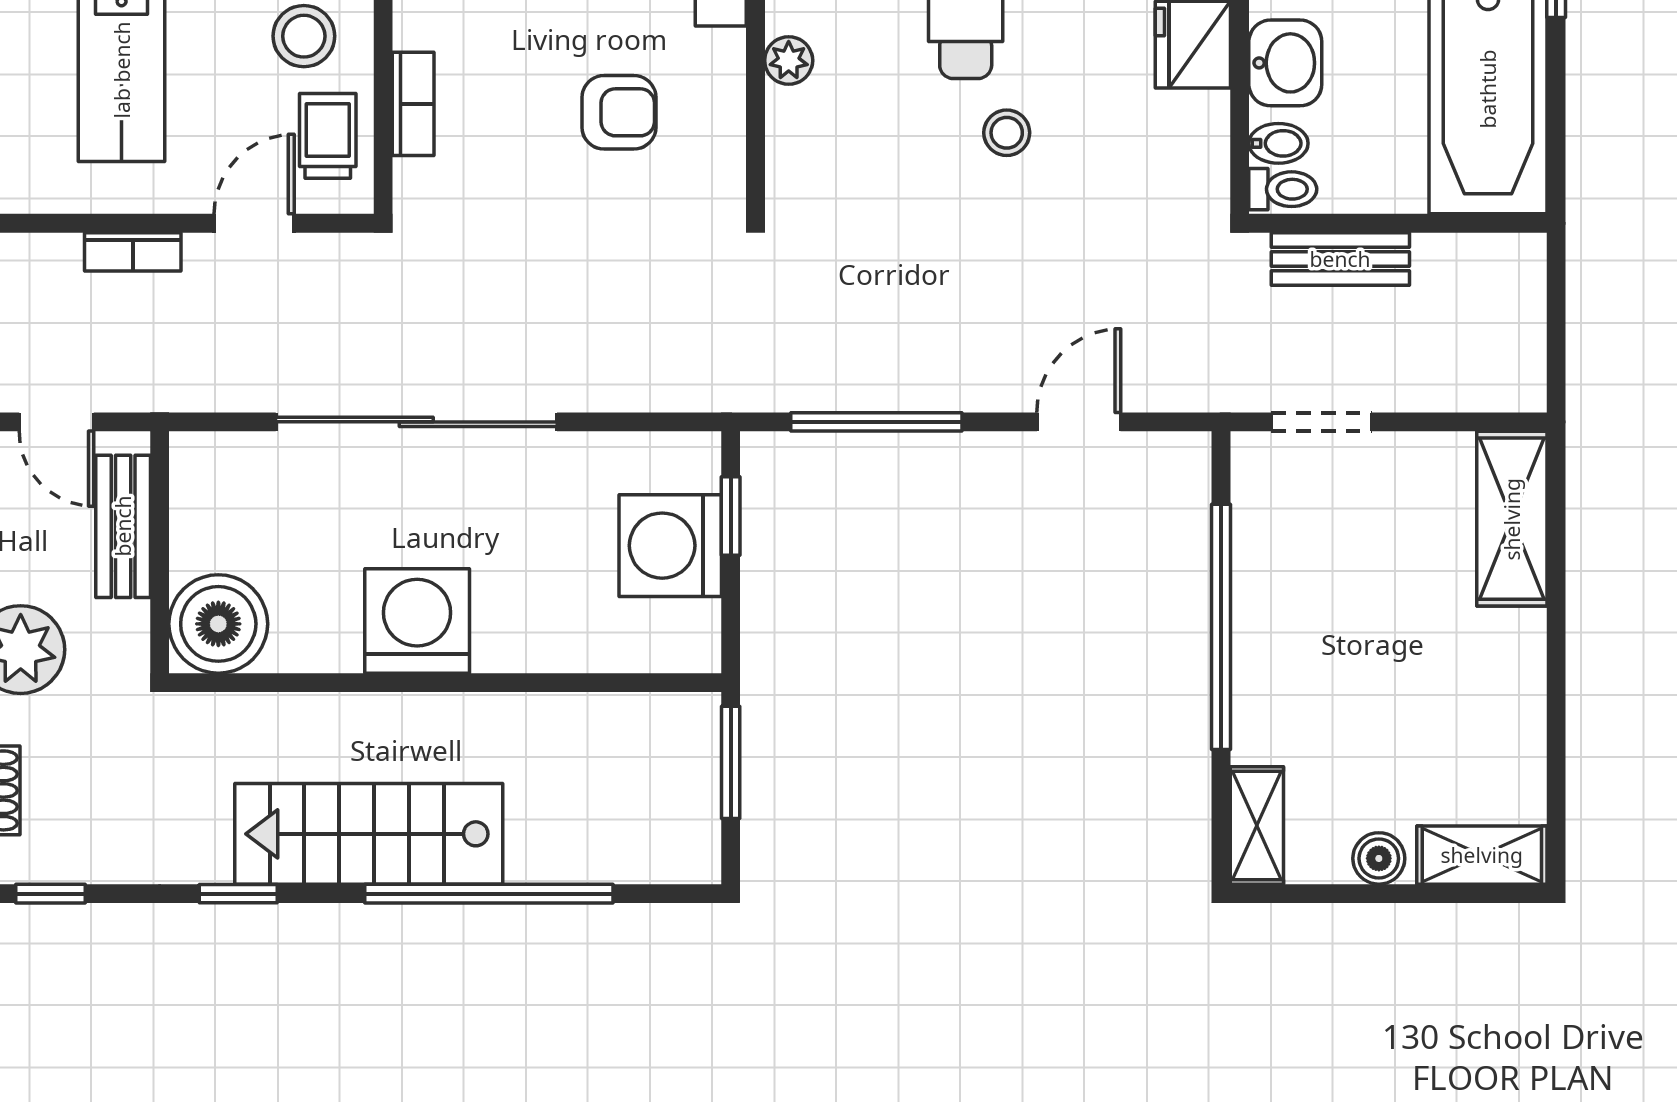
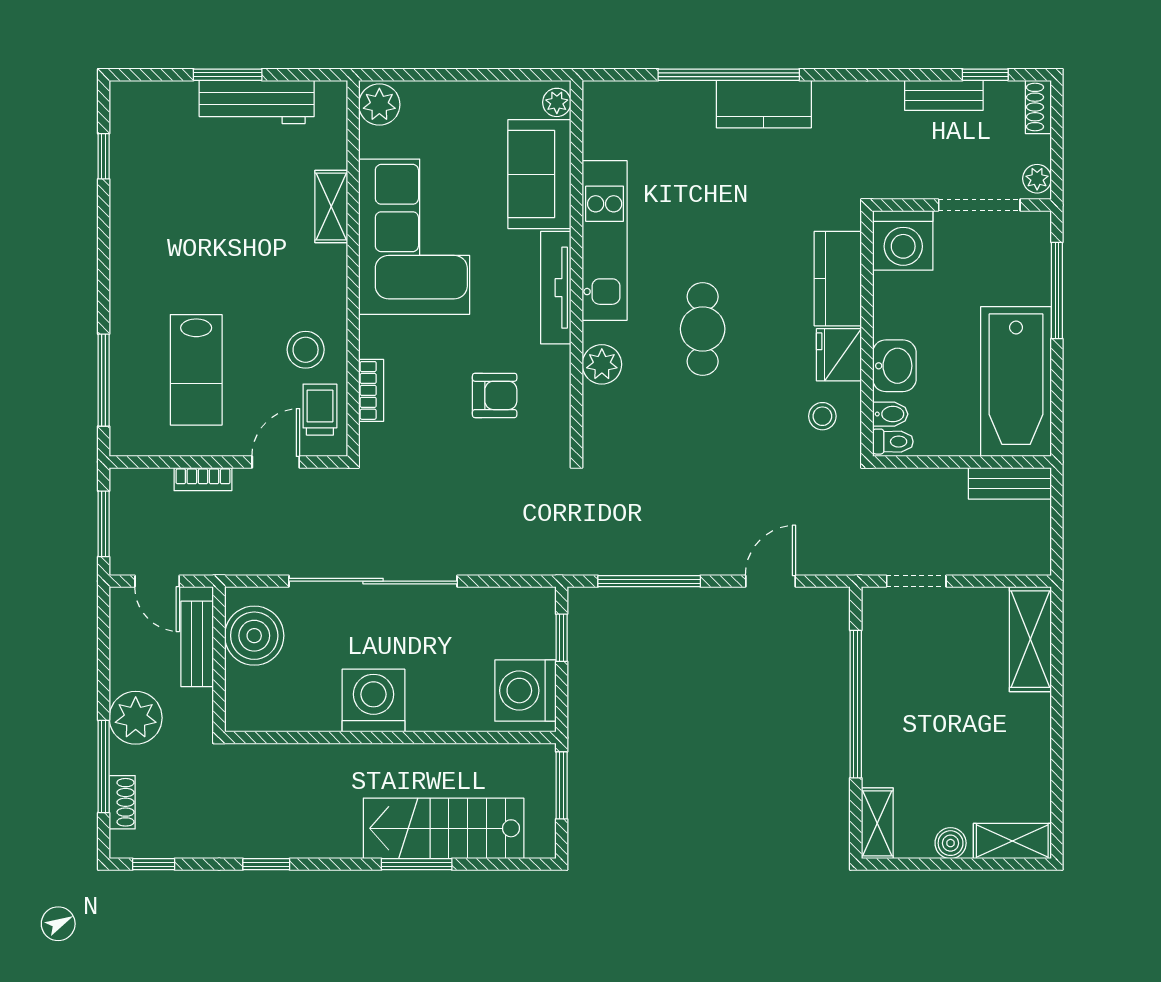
plant: (789, 60) -> (602, 364), width x1.38, depth x1.38
stool: (1007, 133) -> (822, 416), moved
bench: (1340, 259) -> (1010, 483), moved
washing machine: (670, 546) -> (525, 691), moved
boiler: (218, 624) -> (254, 636), moved
stairs: (369, 834) -> (444, 828), moved
window: (489, 894) -> (417, 864), width x0.47

